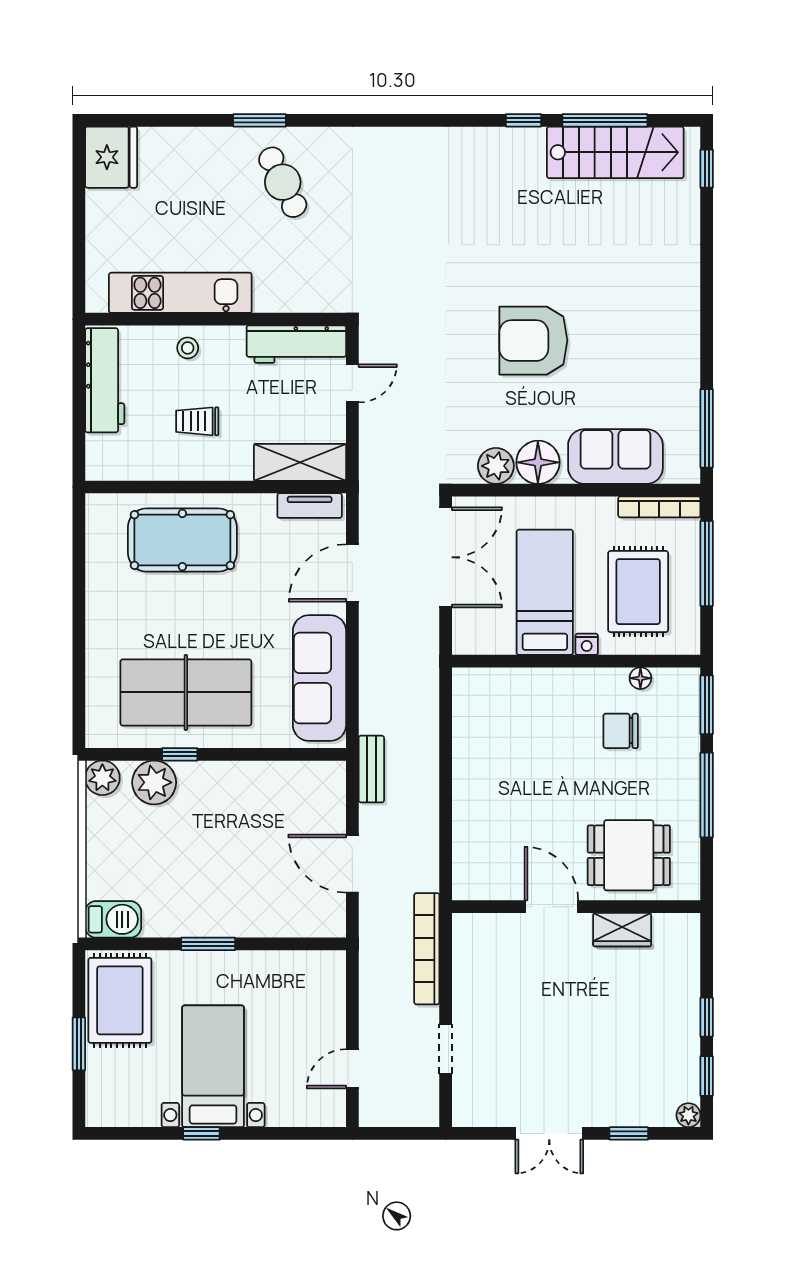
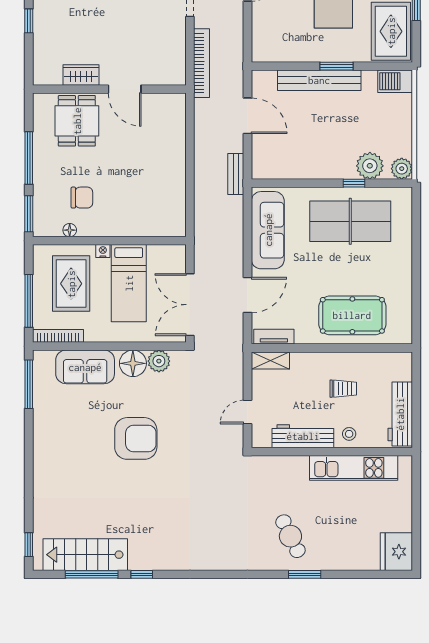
workbench: (296, 344) -> (303, 436), moved
shelving: (300, 462) -> (270, 360), width x0.67, depth x0.75
dining table: (629, 855) -> (77, 121), turned 90
bench: (236, 921) -> (319, 80), added

